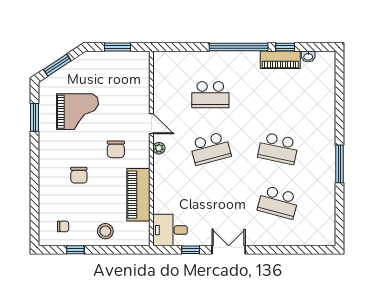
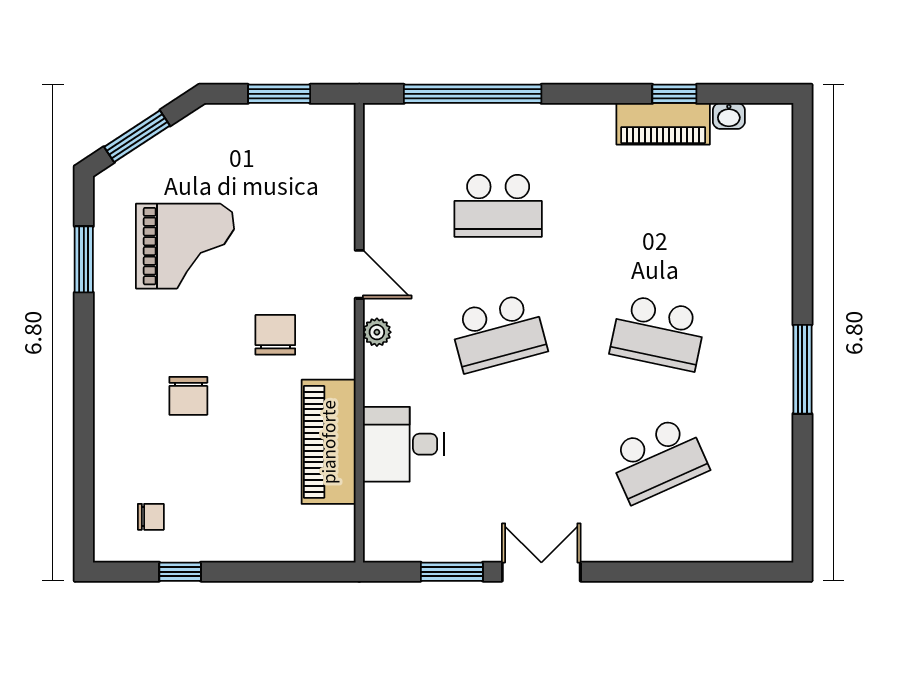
window: (239, 47) -> (473, 94), moved
chair: (116, 149) -> (275, 335), turned 180
school desk: (278, 202) -> (658, 460), turned -39
desk: (170, 230) -> (403, 444), moved
stool: (105, 231) -> (251, 528), removed
window: (191, 250) -> (452, 572), width x1.50

